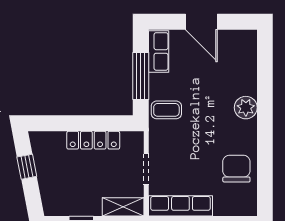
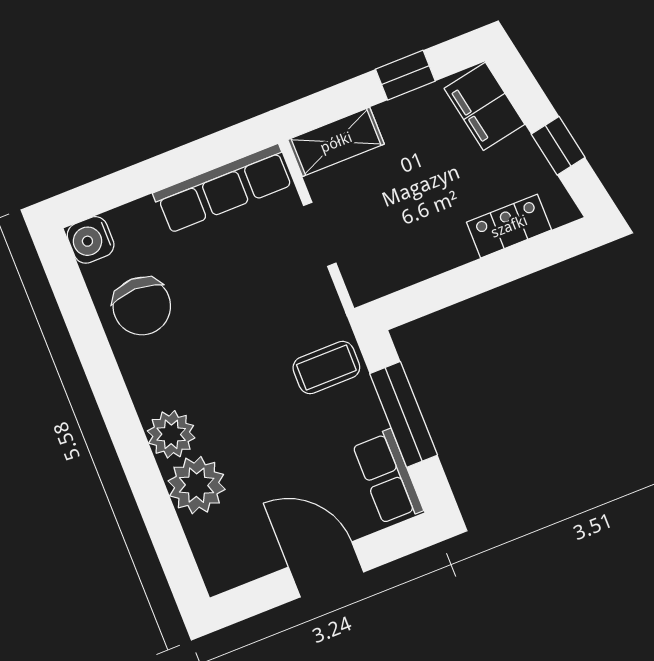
plant: (243, 81) -> (197, 485), added
locker: (93, 140) -> (509, 226), moved, width x0.66
filing cabinet: (52, 197) -> (484, 106), added
water cooler: (247, 206) -> (91, 240), added

